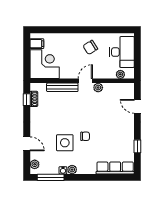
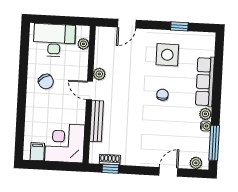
side table: (65, 143) -> (167, 55), moved
row of seats: (115, 168) -> (205, 82), moved

